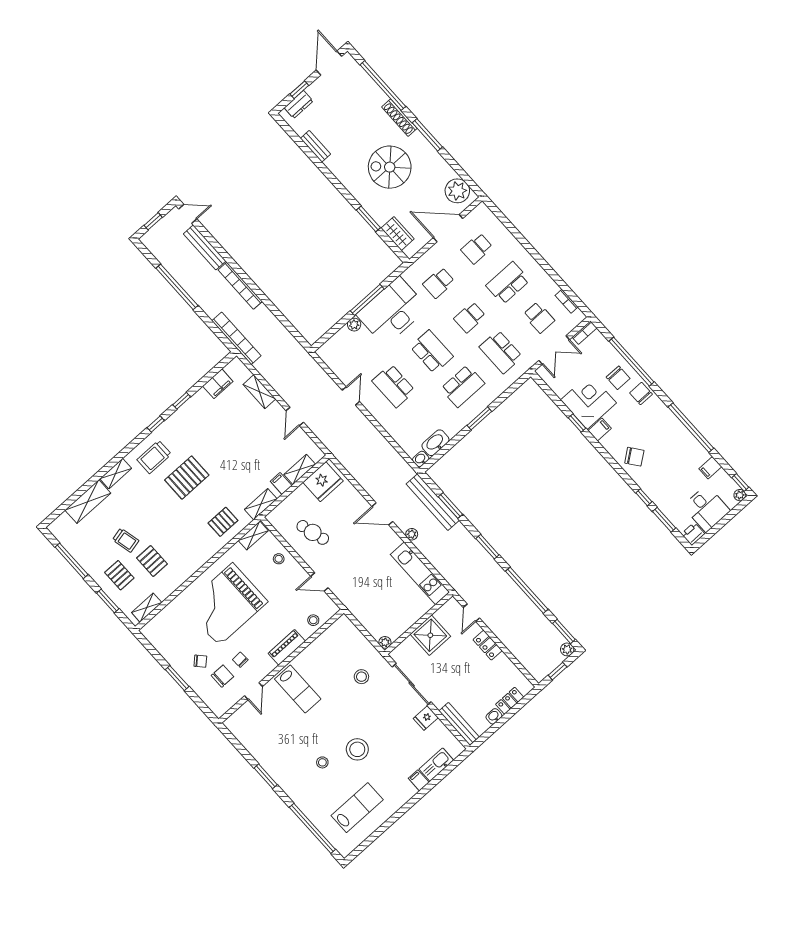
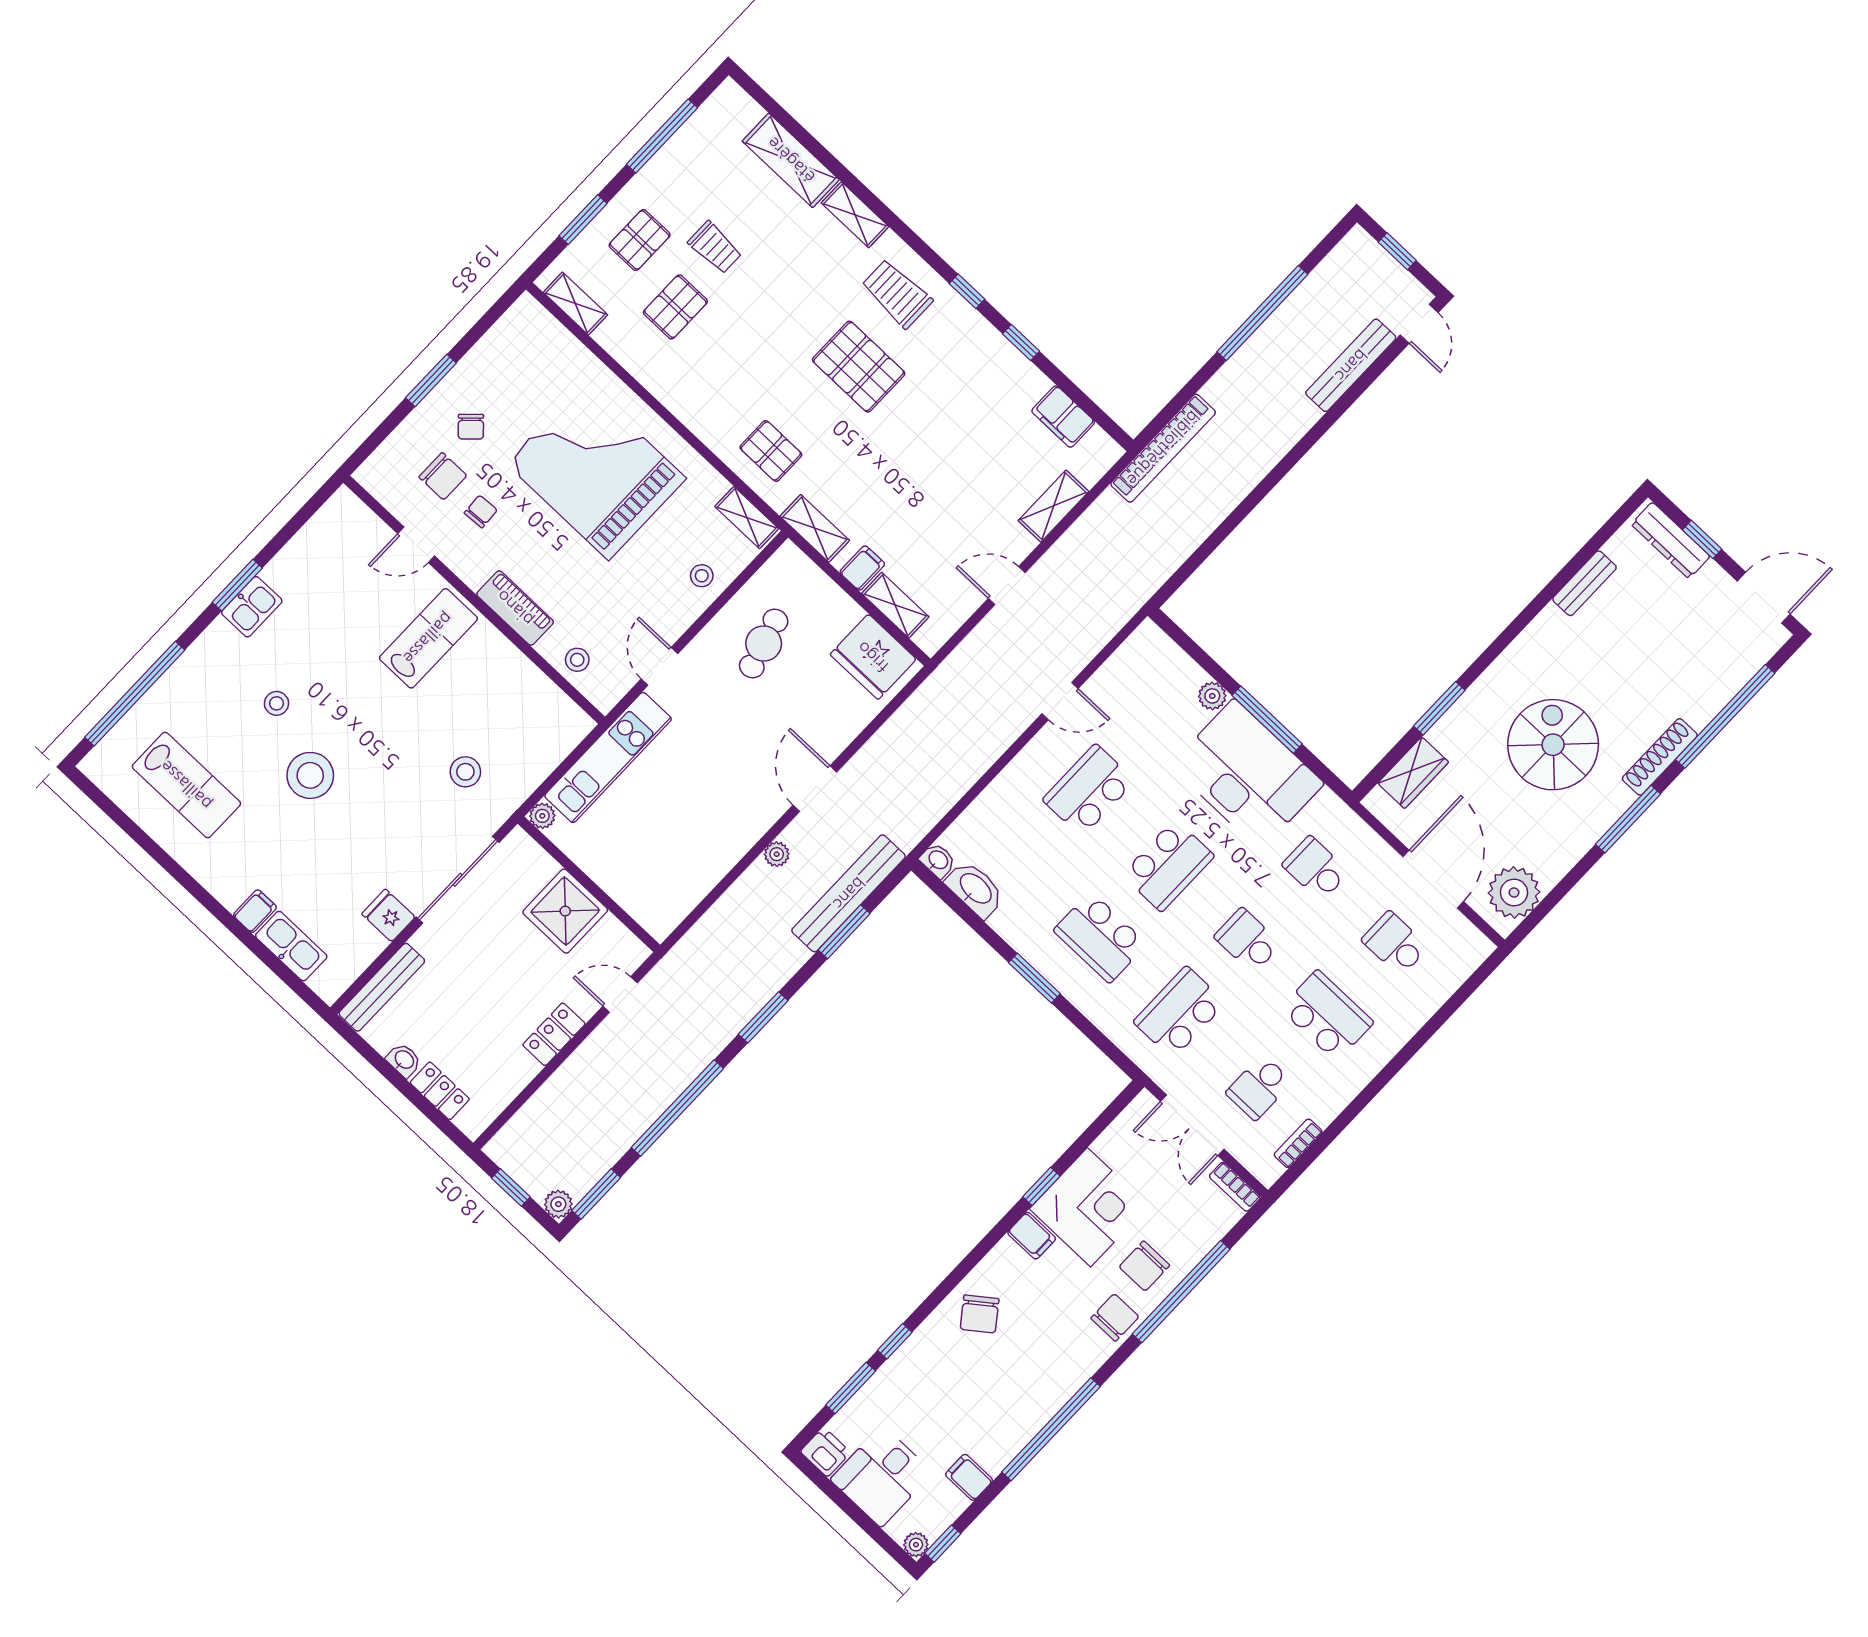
dresser: (299, 104) -> (1671, 540), width x1.44
bookcase: (240, 286) -> (1276, 447), removed
trolley: (126, 540) -> (715, 247), turned -77
kitchen unit: (420, 573) -> (608, 757), moved, turned 180
lab bench: (298, 689) -> (428, 638), turned 180
kitchen sink: (276, 770) -> (252, 607), added

